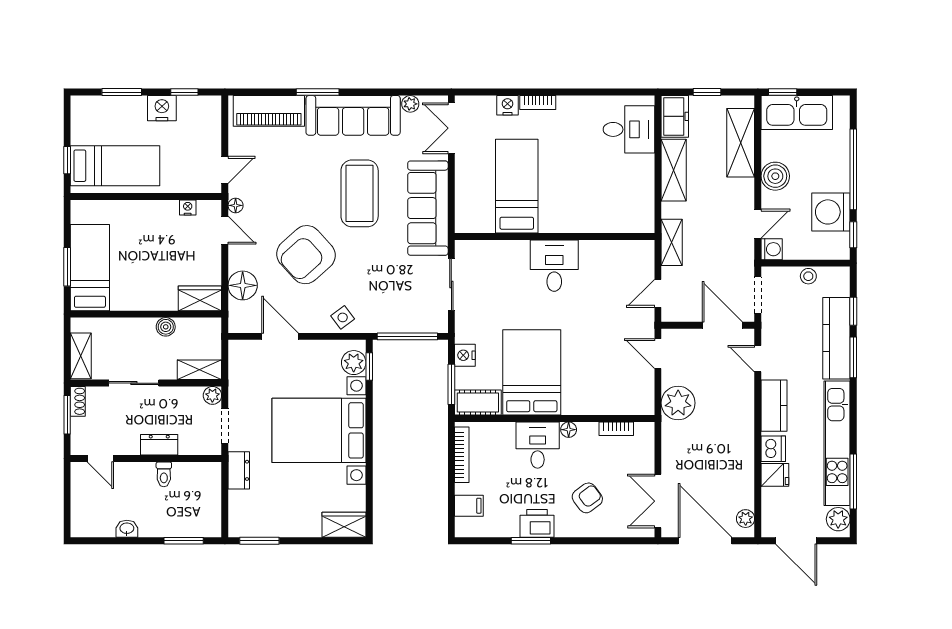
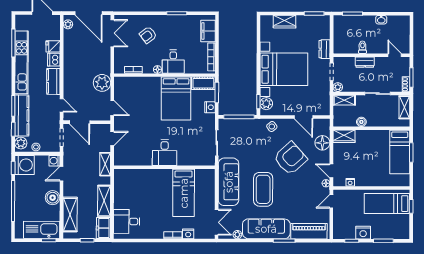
washing machine: (831, 212) -> (25, 165), moved
filing cabinet: (469, 506) -> (208, 31), width x2.00
plant: (838, 519) -> (21, 143), moved
printer: (537, 523) -> (174, 22), removed
wardrobe: (344, 525) -> (284, 22), moved

